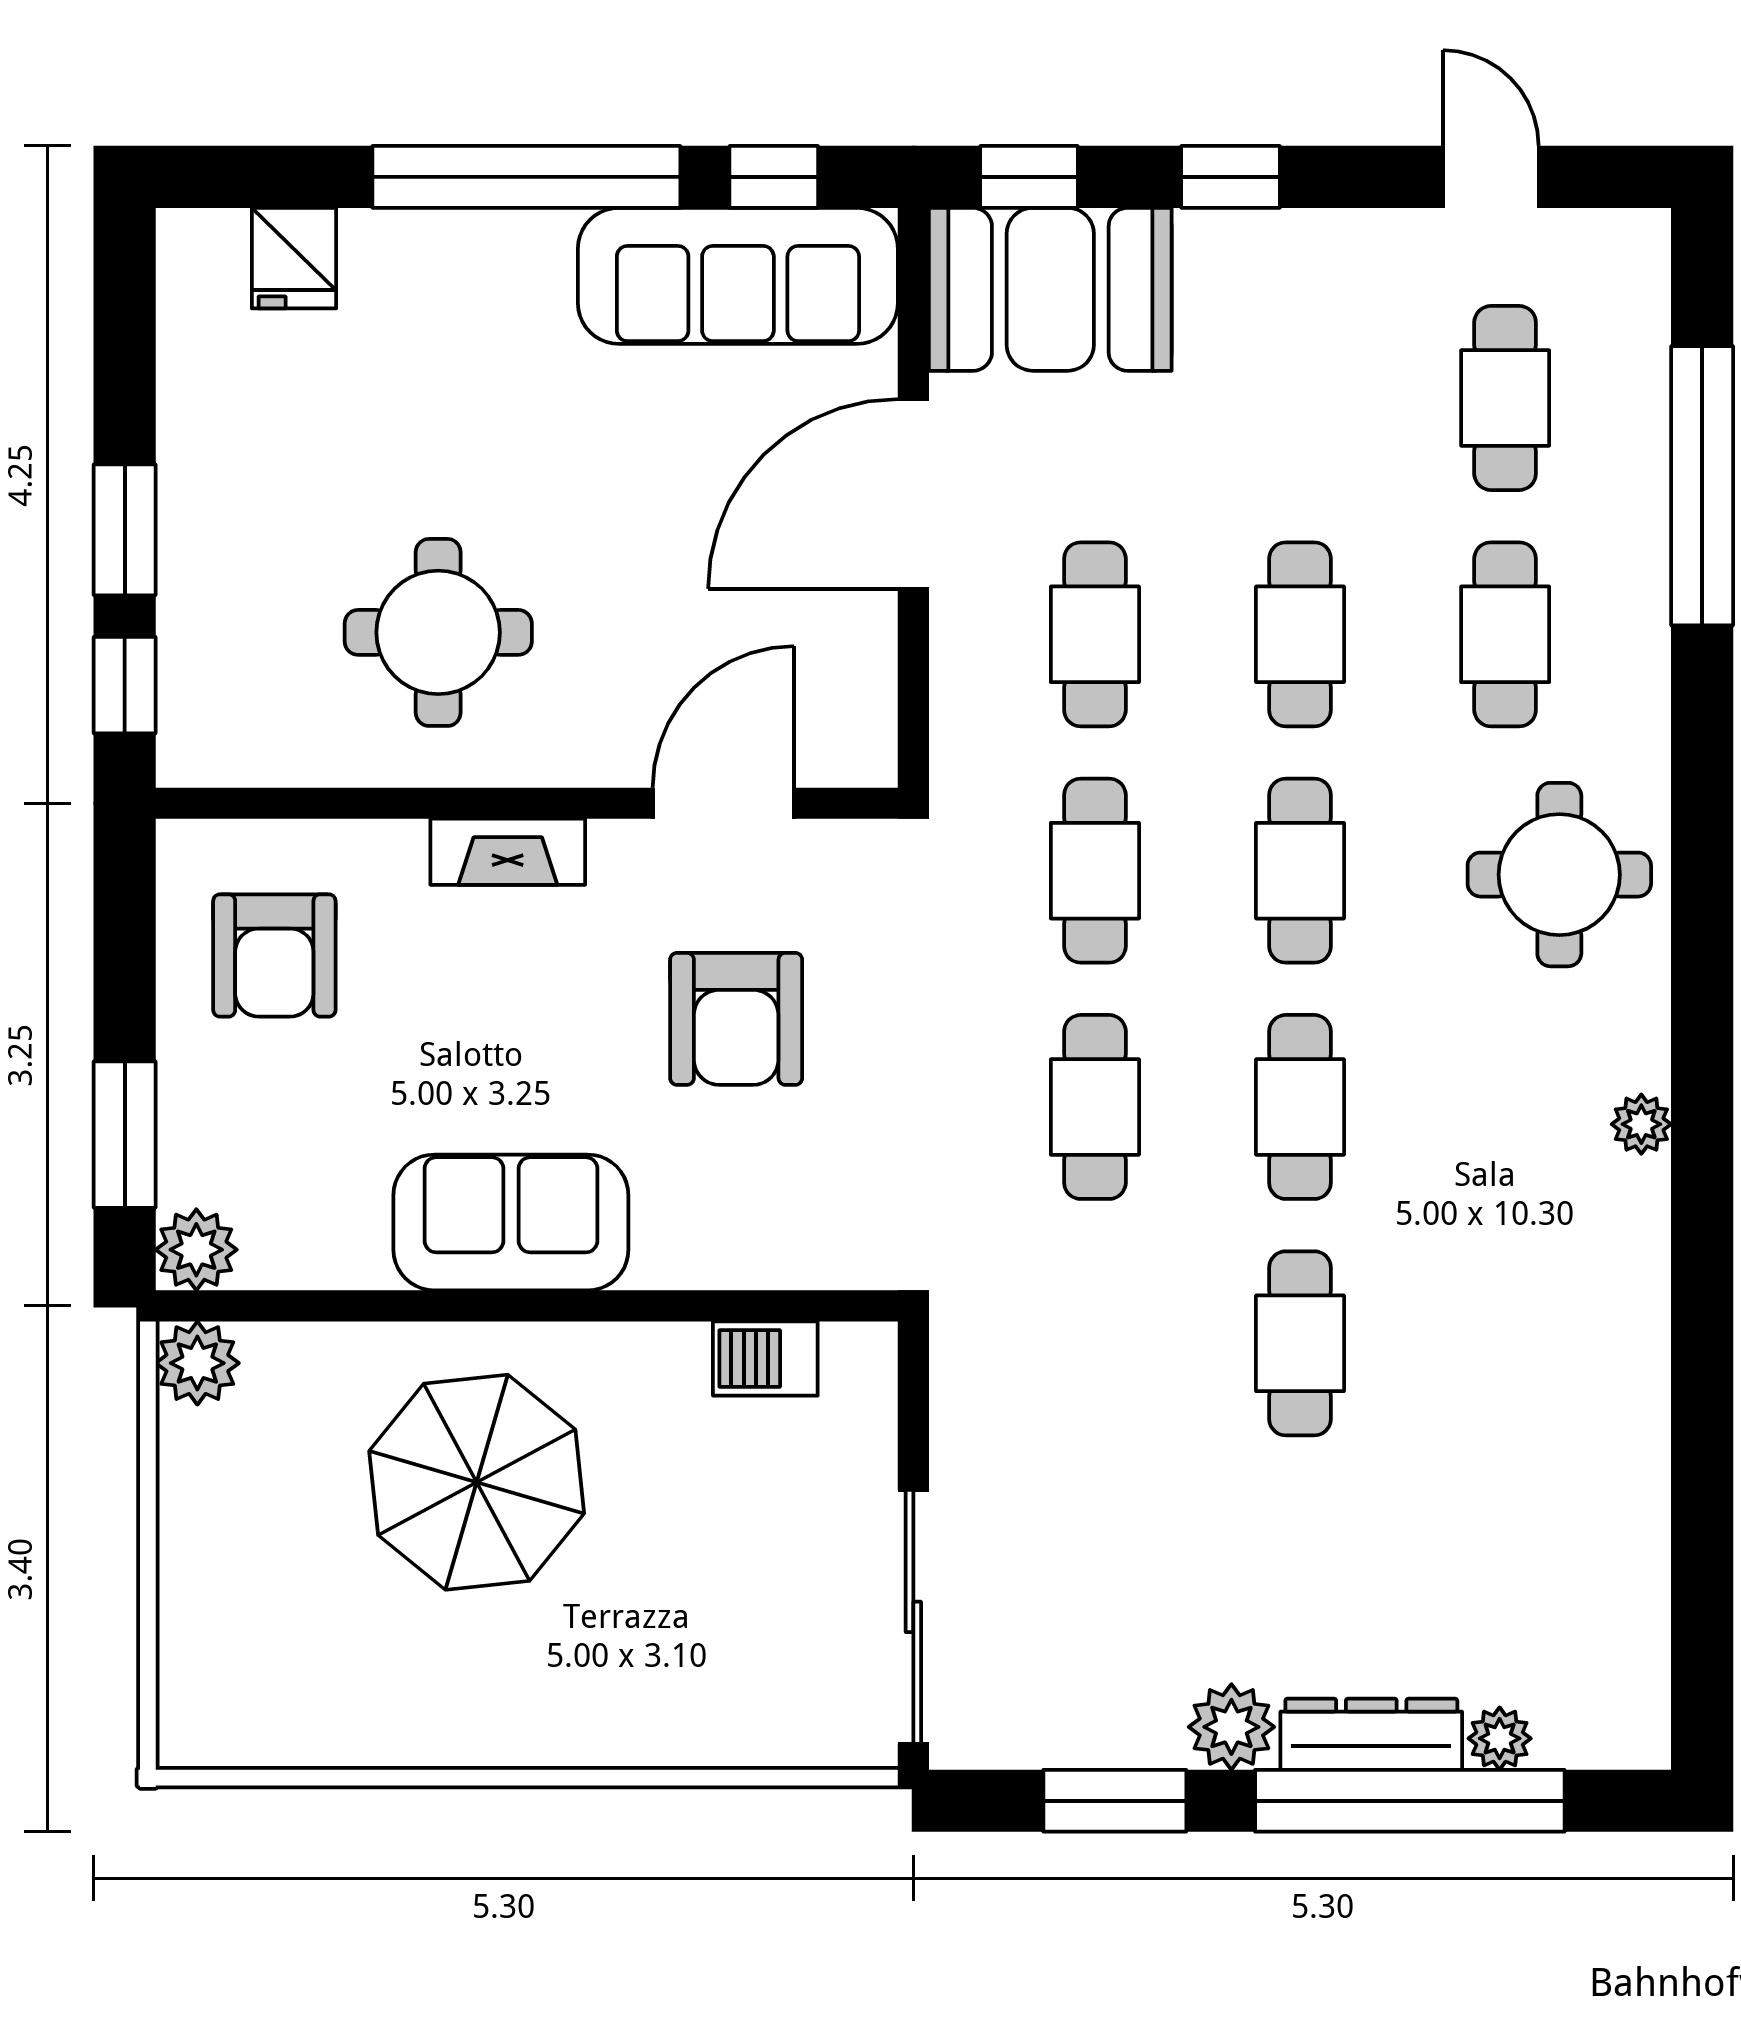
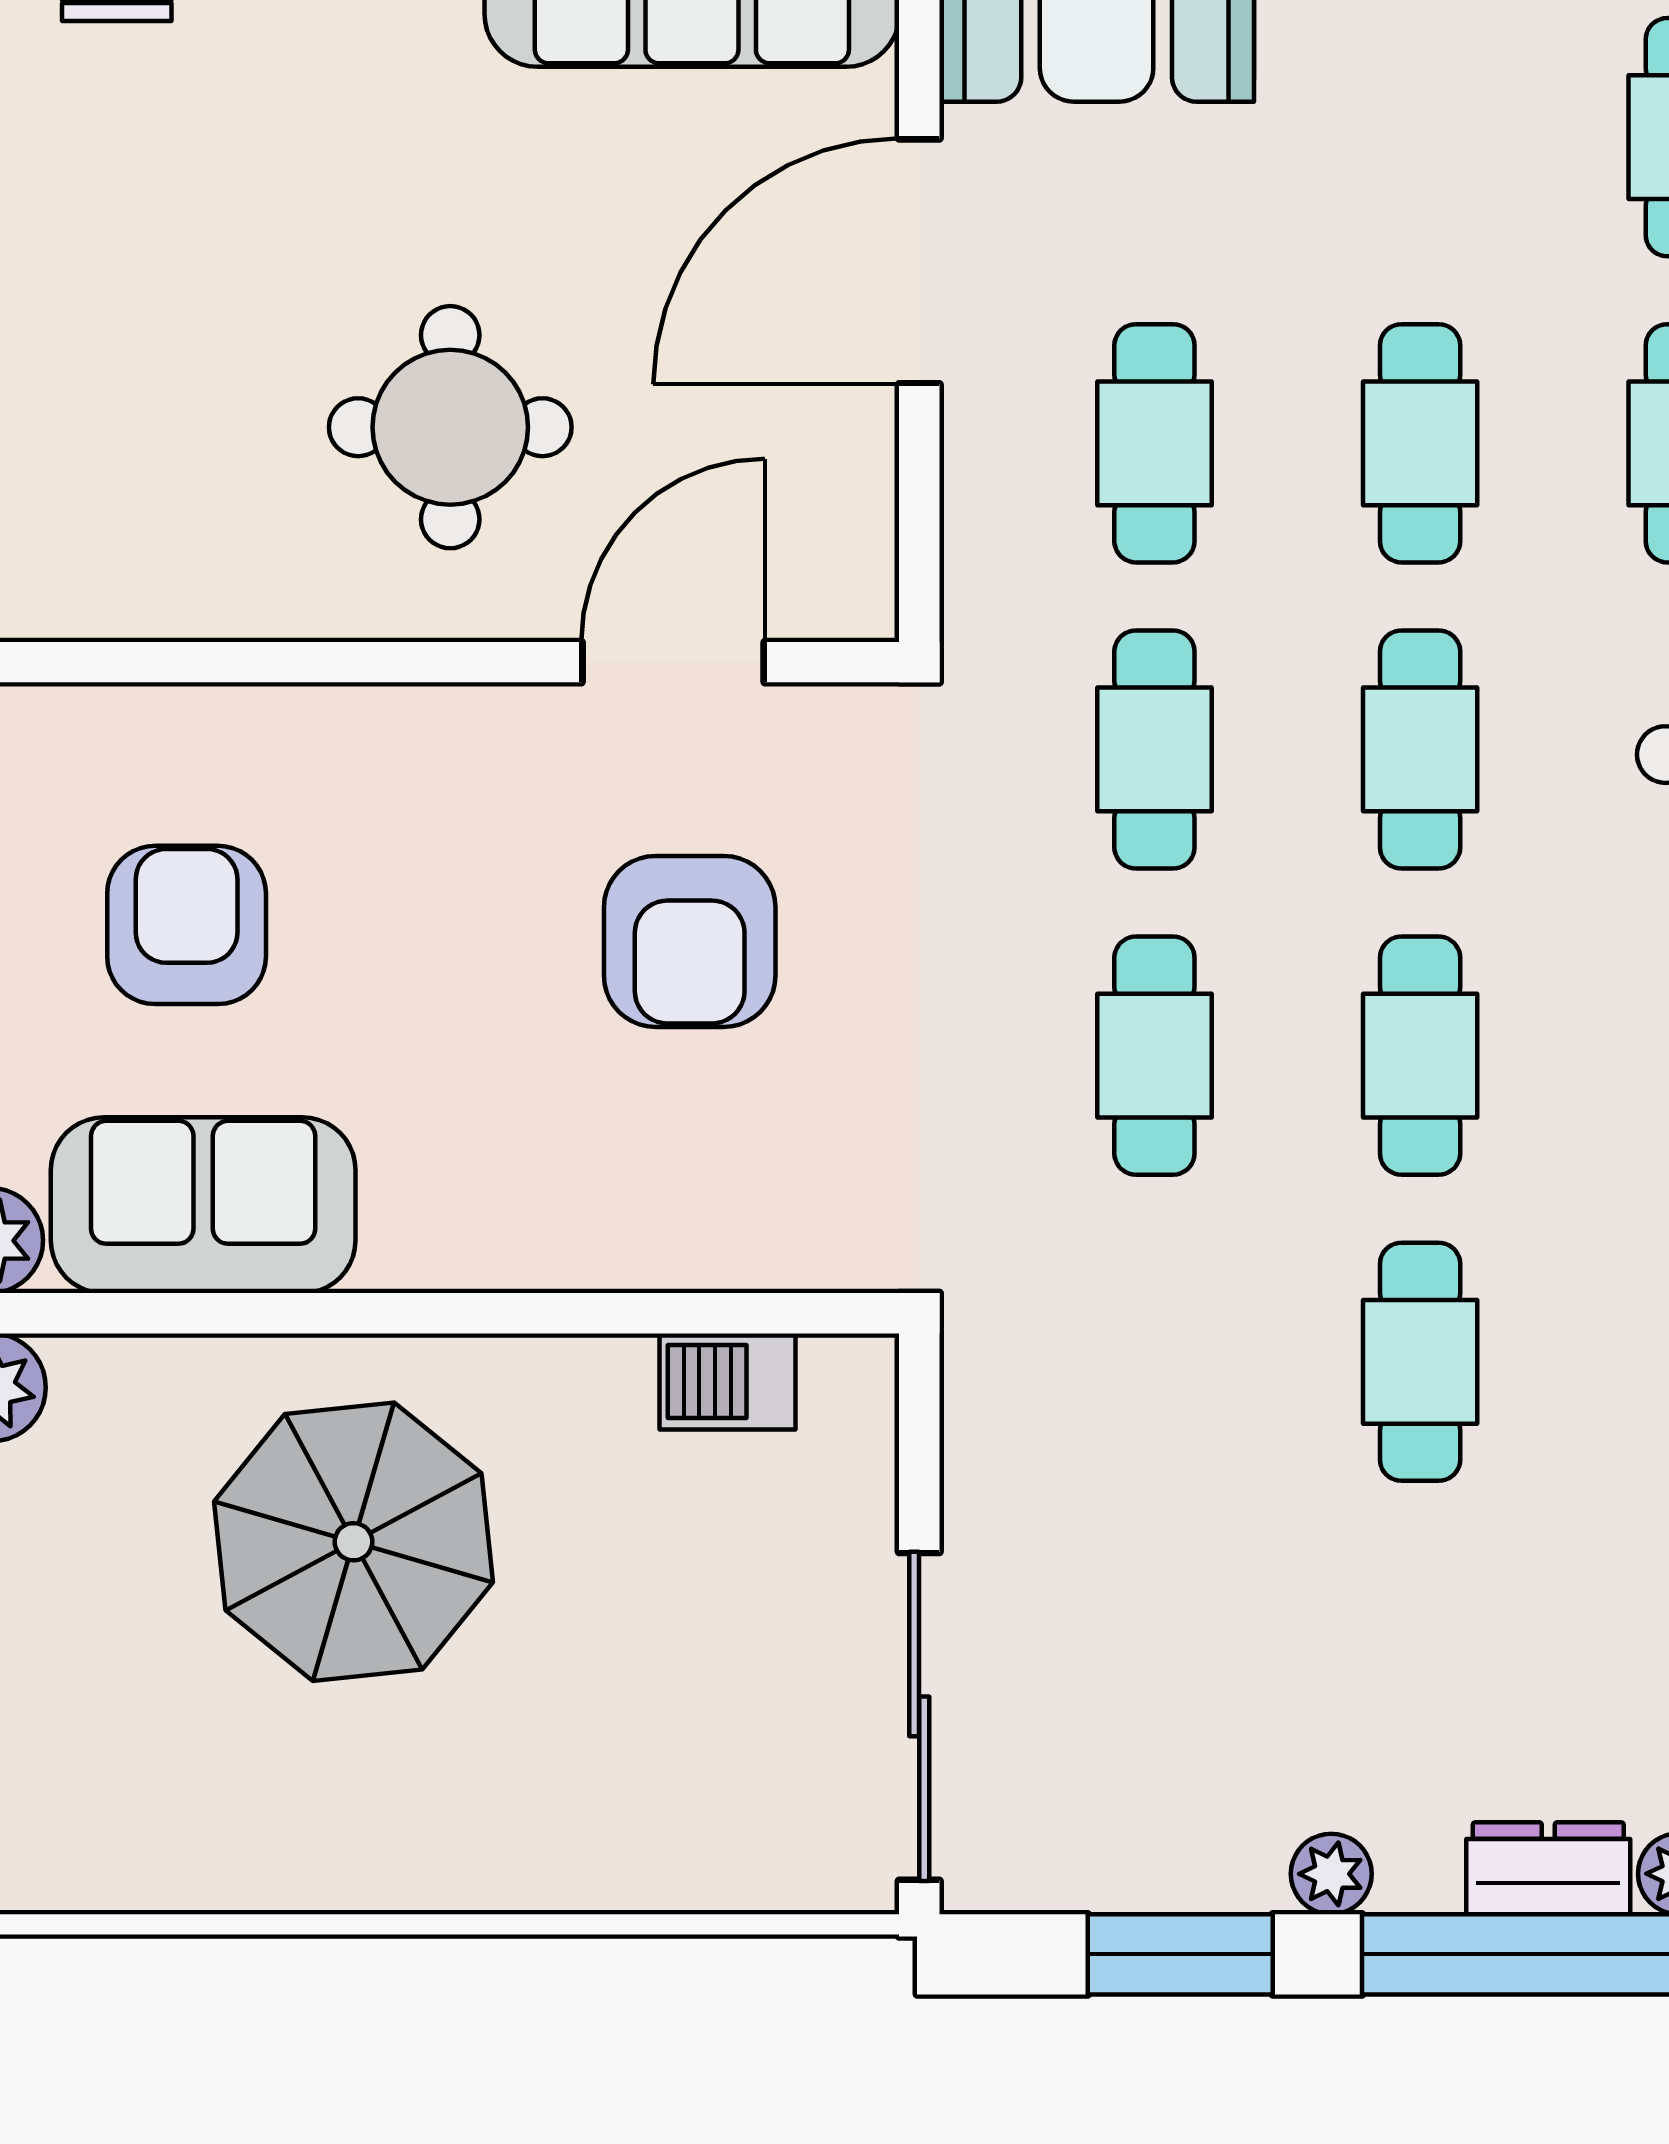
round table: (438, 632) -> (450, 427), moved
fireplace: (508, 852) -> (394, 725), removed
armchair: (274, 955) -> (187, 925), moved, turned 180
sofa: (511, 1222) -> (203, 1205), moved
plant: (1231, 1727) -> (1331, 1874), width x0.73, depth x0.73
dresser: (1371, 1734) -> (1548, 1868), width x0.70

